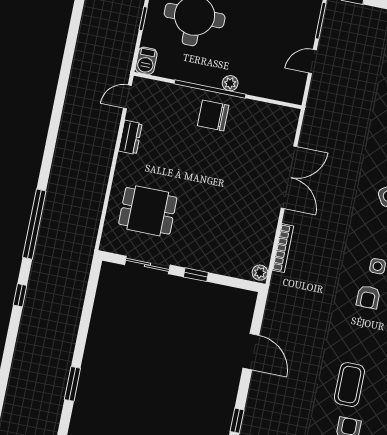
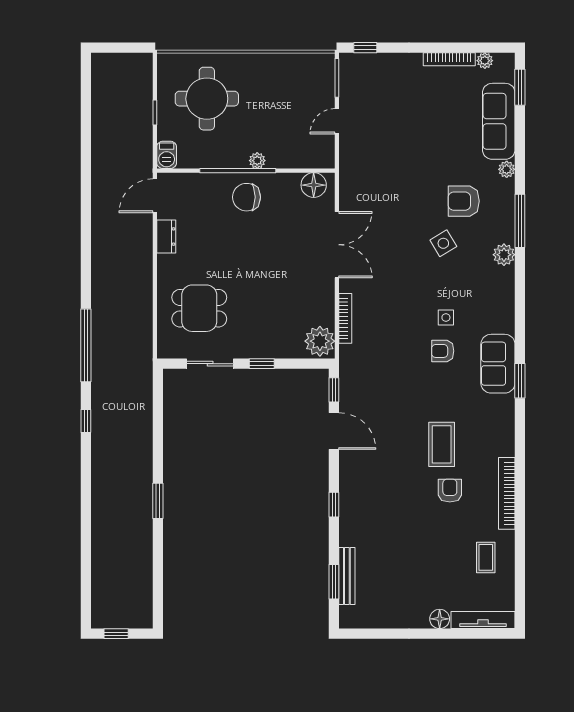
door: (127, 97) -> (155, 196), width x1.38
floor lamp: (278, 117) -> (314, 185), added
plant: (260, 273) -> (320, 341), width x1.88, depth x1.88
armchair: (368, 297) -> (443, 351), turned 90
window: (259, 313) -> (334, 390), added

